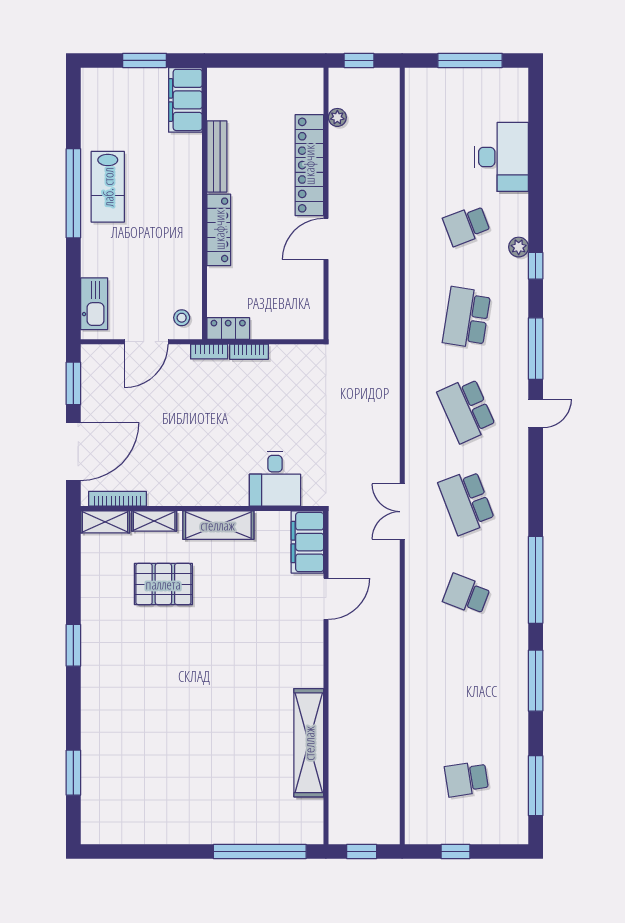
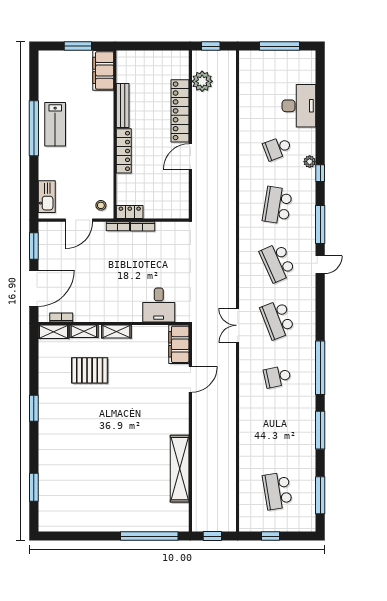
plant: (337, 117) -> (202, 81), width x1.88, depth x1.88
bookcase: (118, 499) -> (61, 317), width x0.64
shelving: (218, 525) -> (116, 332), width x0.67, depth x0.75
school desk: (467, 594) -> (277, 377), turned -33
school desk: (467, 779) -> (277, 491), width x1.85

